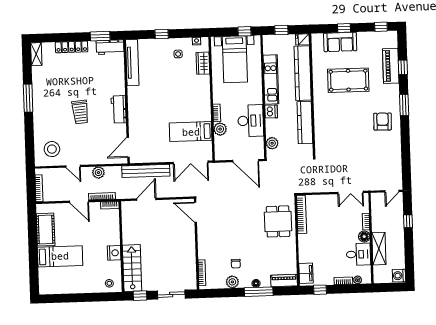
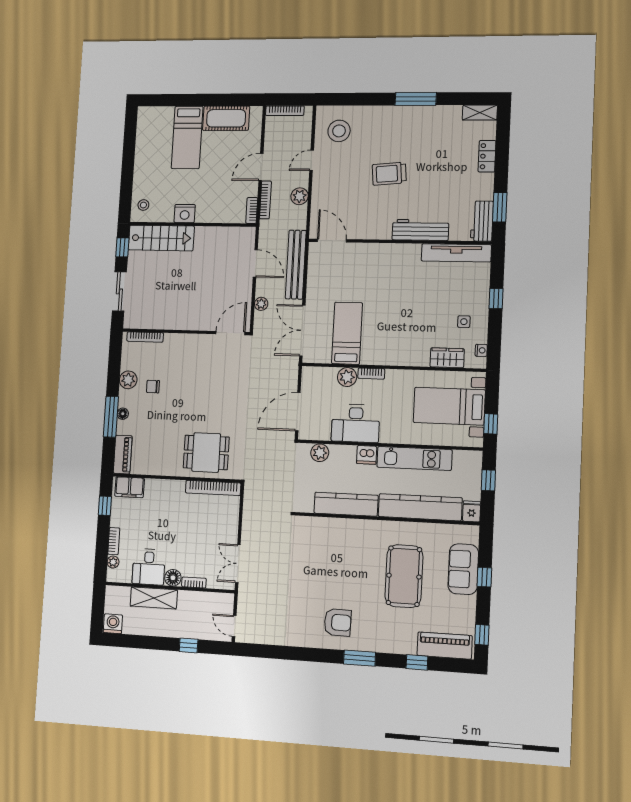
locker: (72, 47) -> (487, 156), width x0.66
piano: (391, 66) -> (445, 646), moved
workbench: (119, 109) -> (420, 230), moved, width x1.38
plant: (174, 193) -> (261, 304), added

